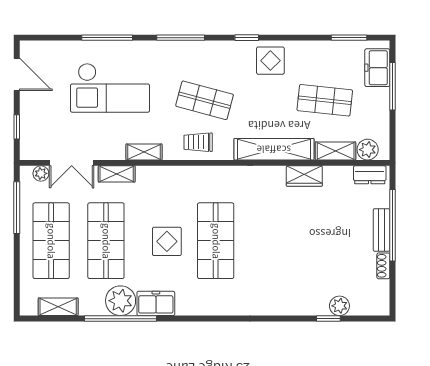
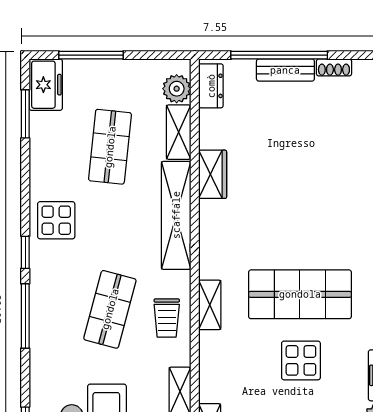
window: (181, 38) -> (25, 316), moved
freezer: (377, 68) -> (46, 85), moved, turned -90
shelving: (208, 174) -> (210, 305), added

